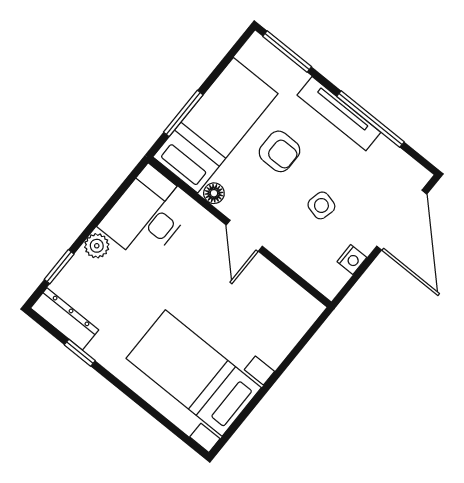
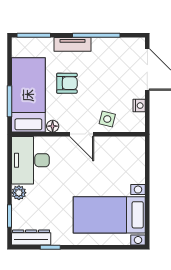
tv unit: (339, 114) -> (73, 44), width x0.71
side table: (321, 205) -> (107, 119), moved

